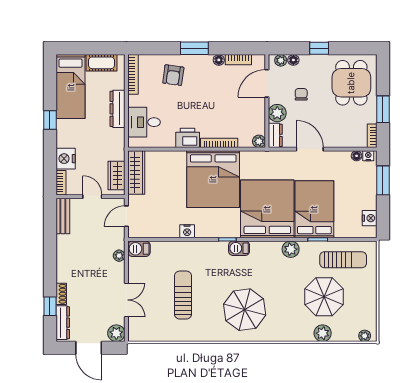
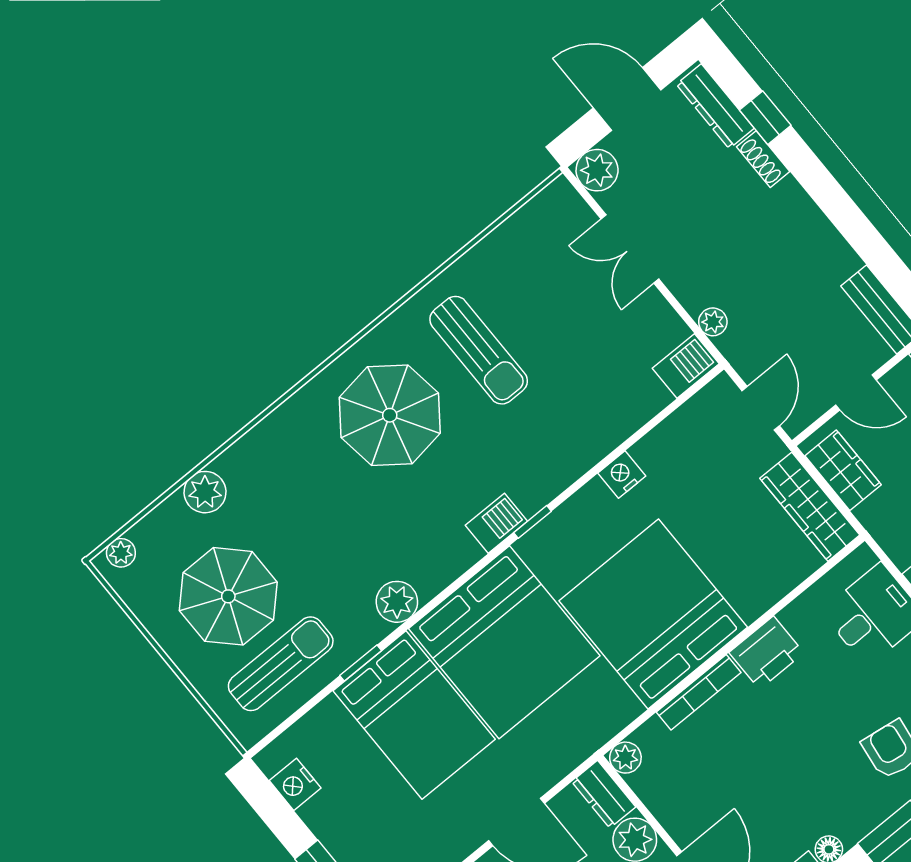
sun lounger: (343, 260) -> (281, 664), turned 180
sun lounger: (183, 295) -> (479, 350), moved
parasol: (324, 297) -> (228, 596), moved

